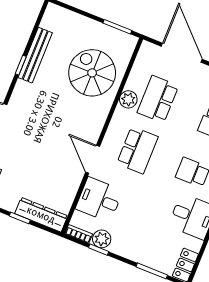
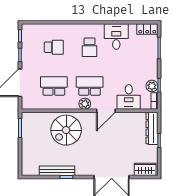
spiral stairs: (92, 73) -> (66, 130), moved
plant: (128, 99) -> (85, 104), moved
school desk: (158, 99) -> (54, 86), turned 180

